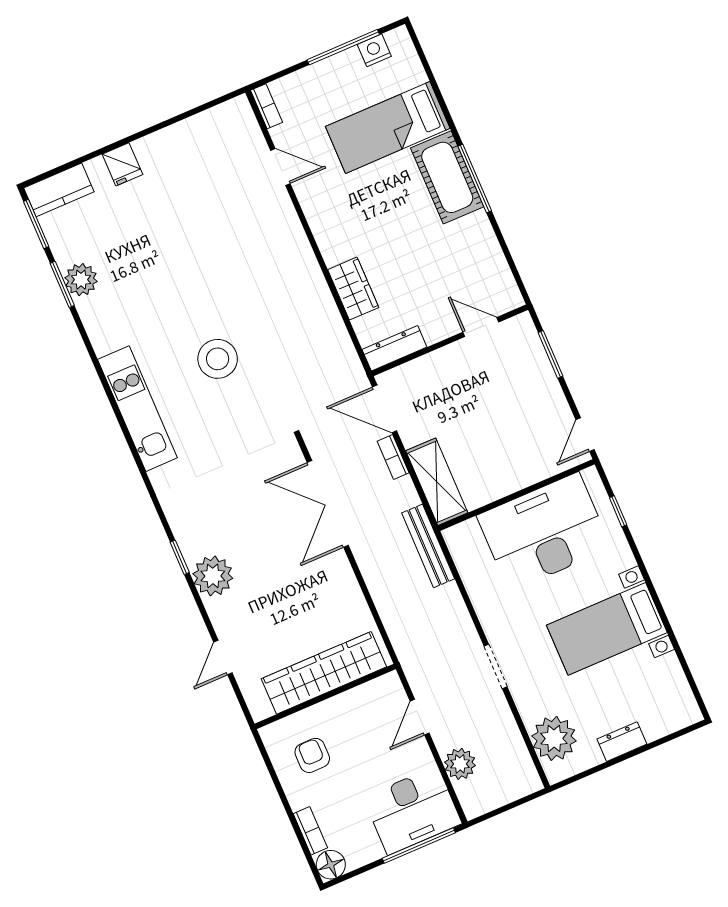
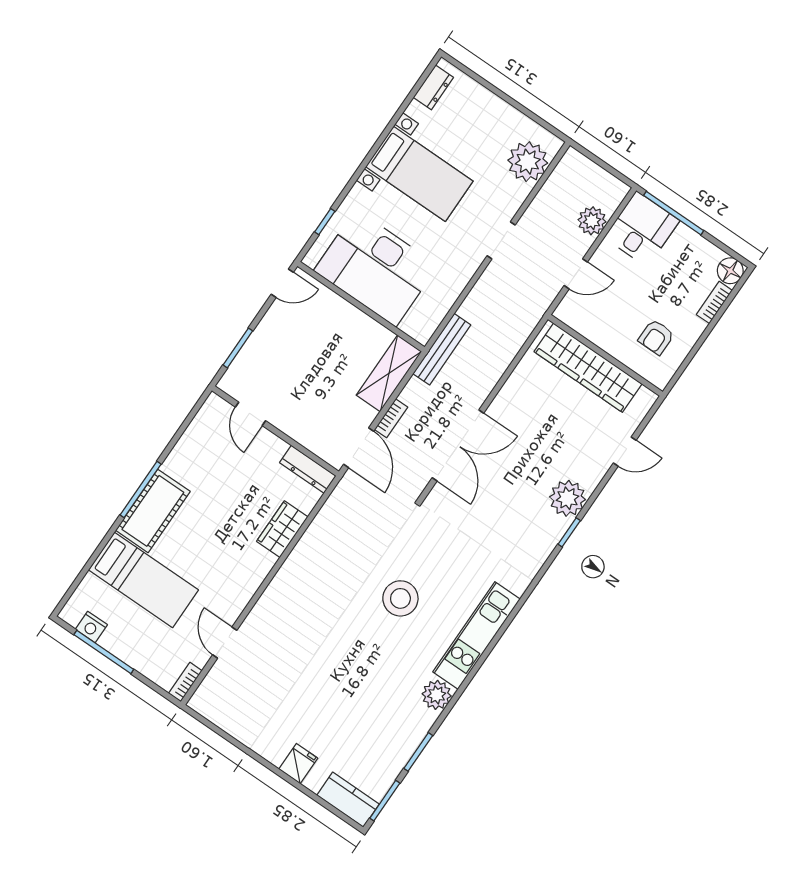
plant: (81, 280) -> (437, 695), moved
dresser: (622, 742) -> (433, 87), moved, turned -90
desk: (412, 810) -> (642, 229), width x0.73

